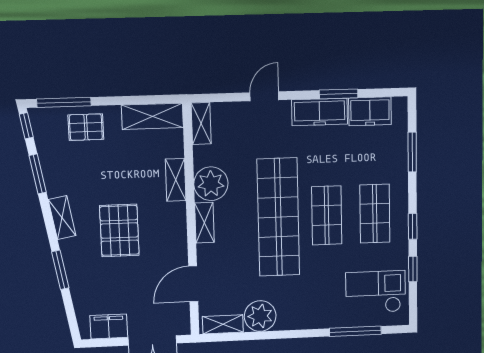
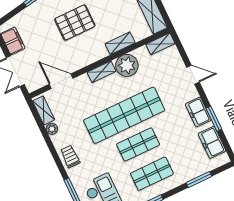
freezer: (320, 112) -> (198, 112), width x0.71
trolley: (301, 315) -> (70, 156), added
plant: (260, 316) -> (52, 129), width x0.53, depth x0.53

